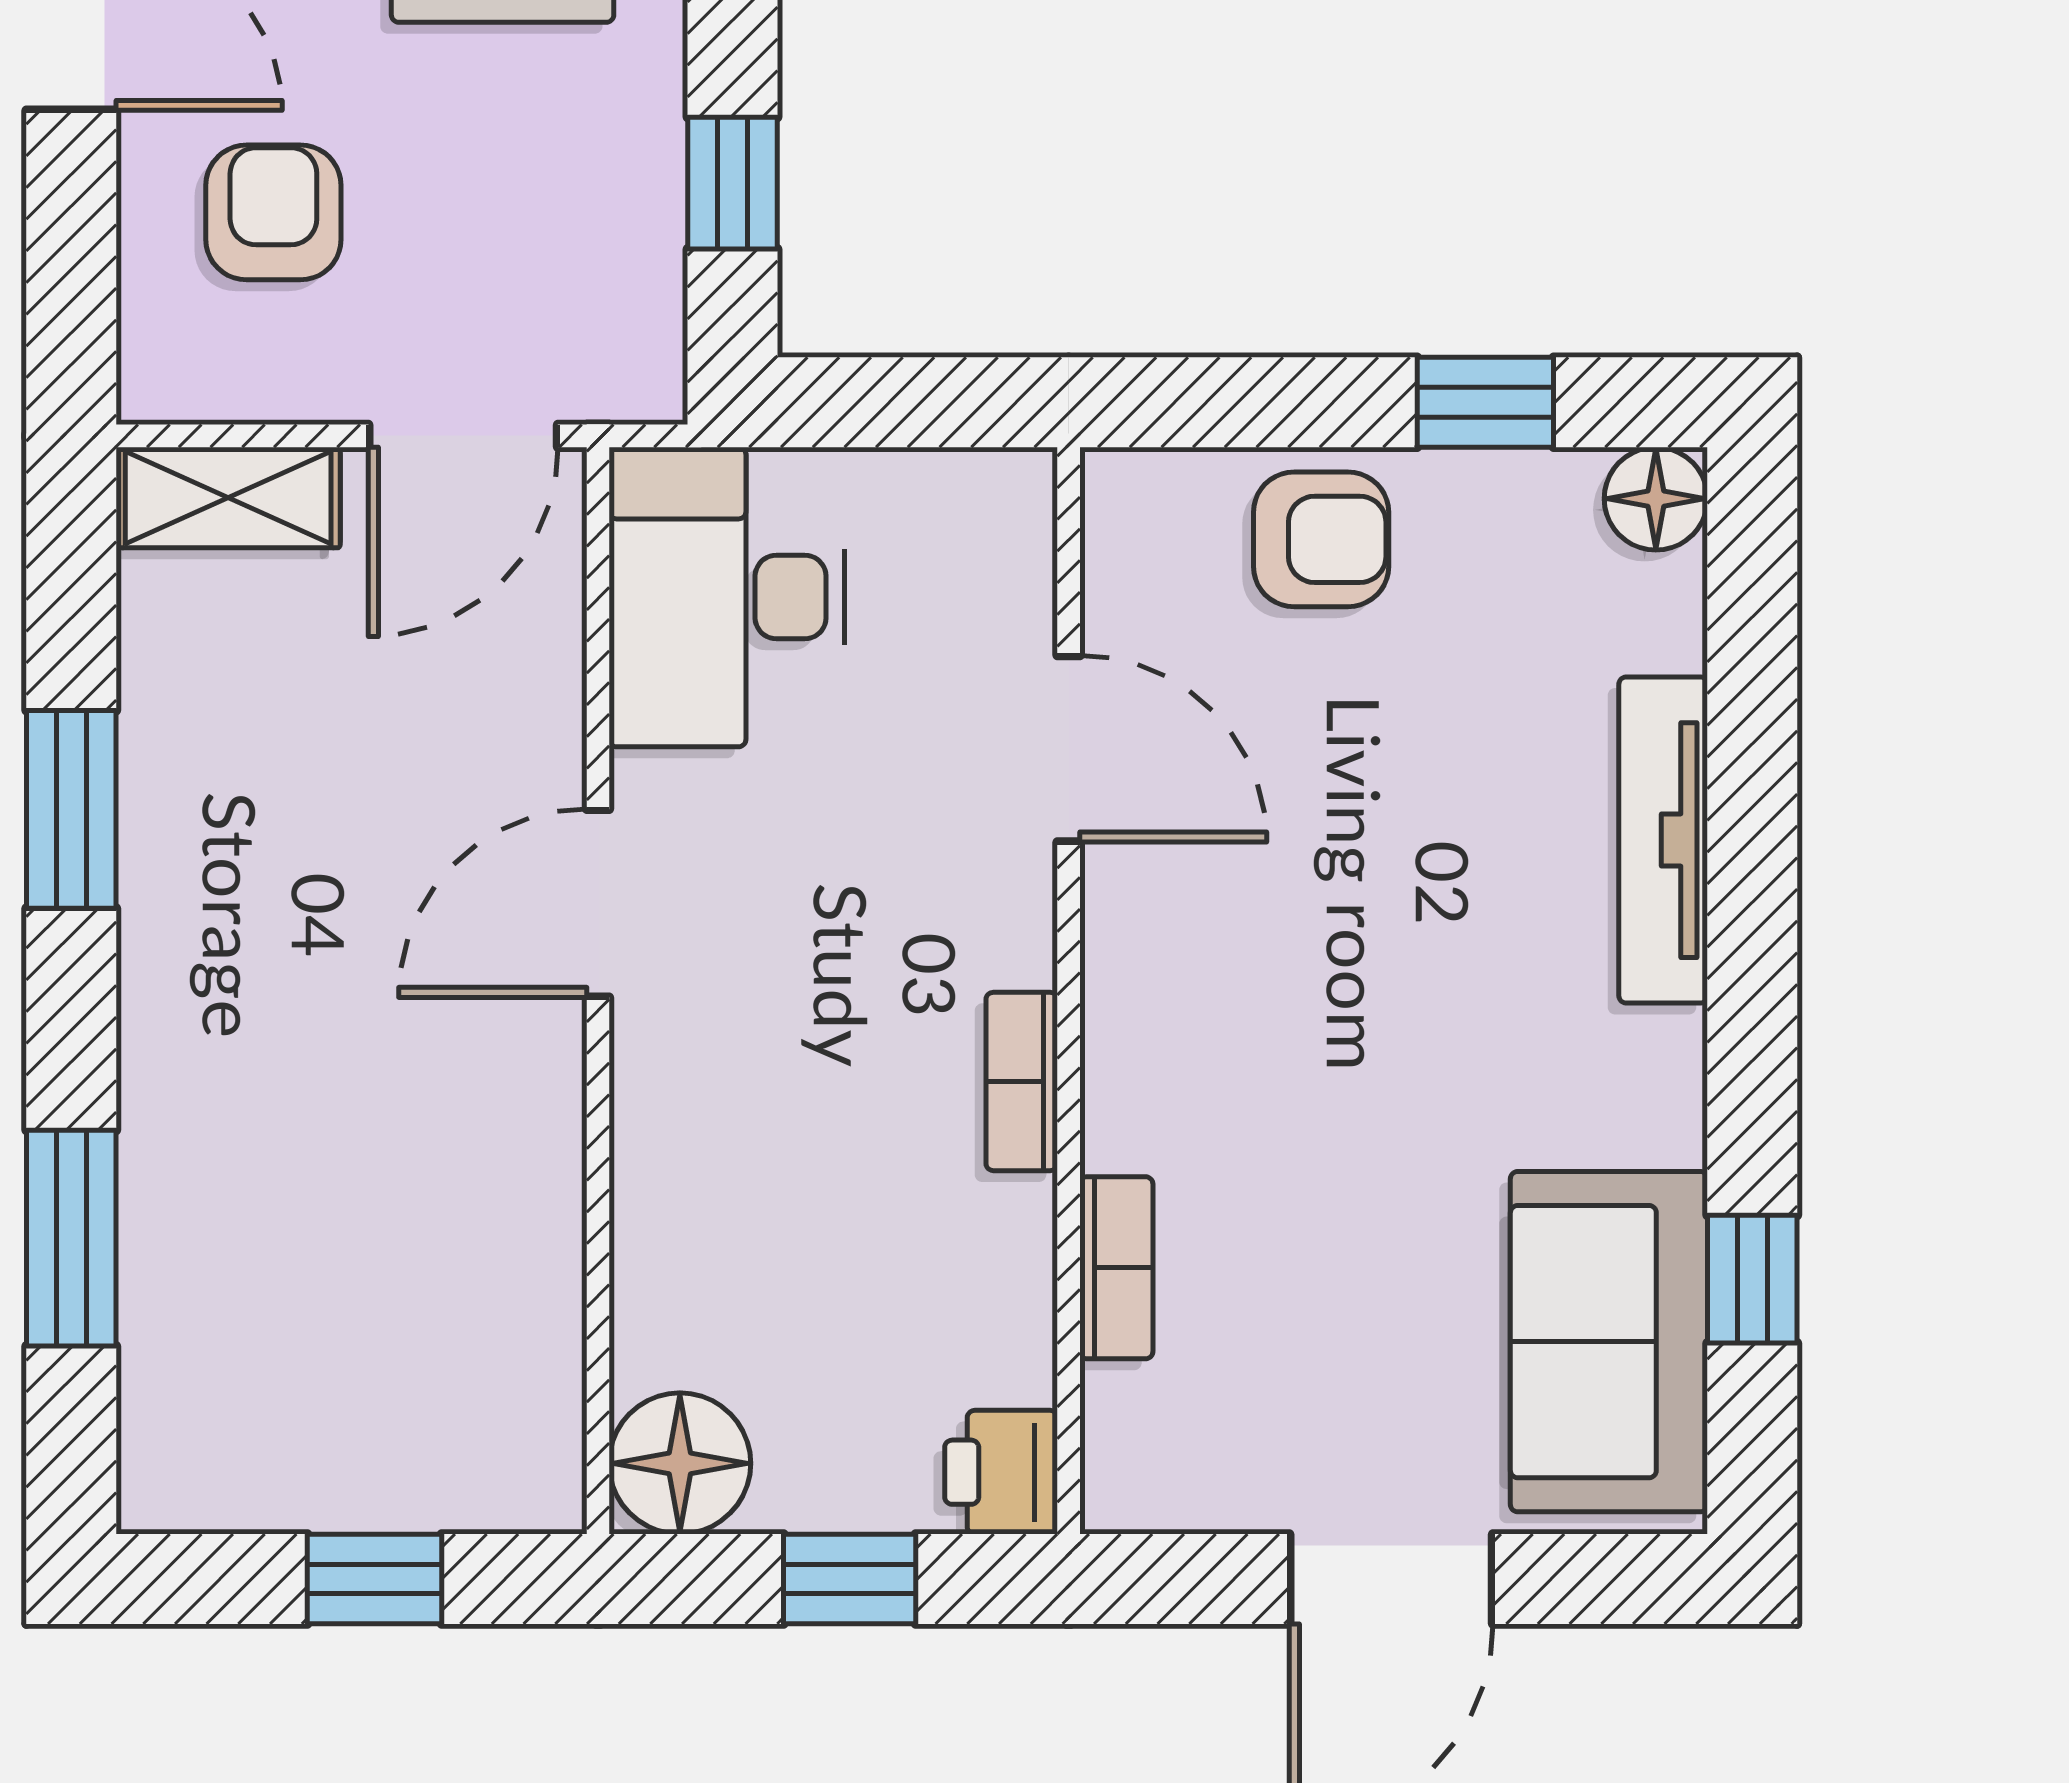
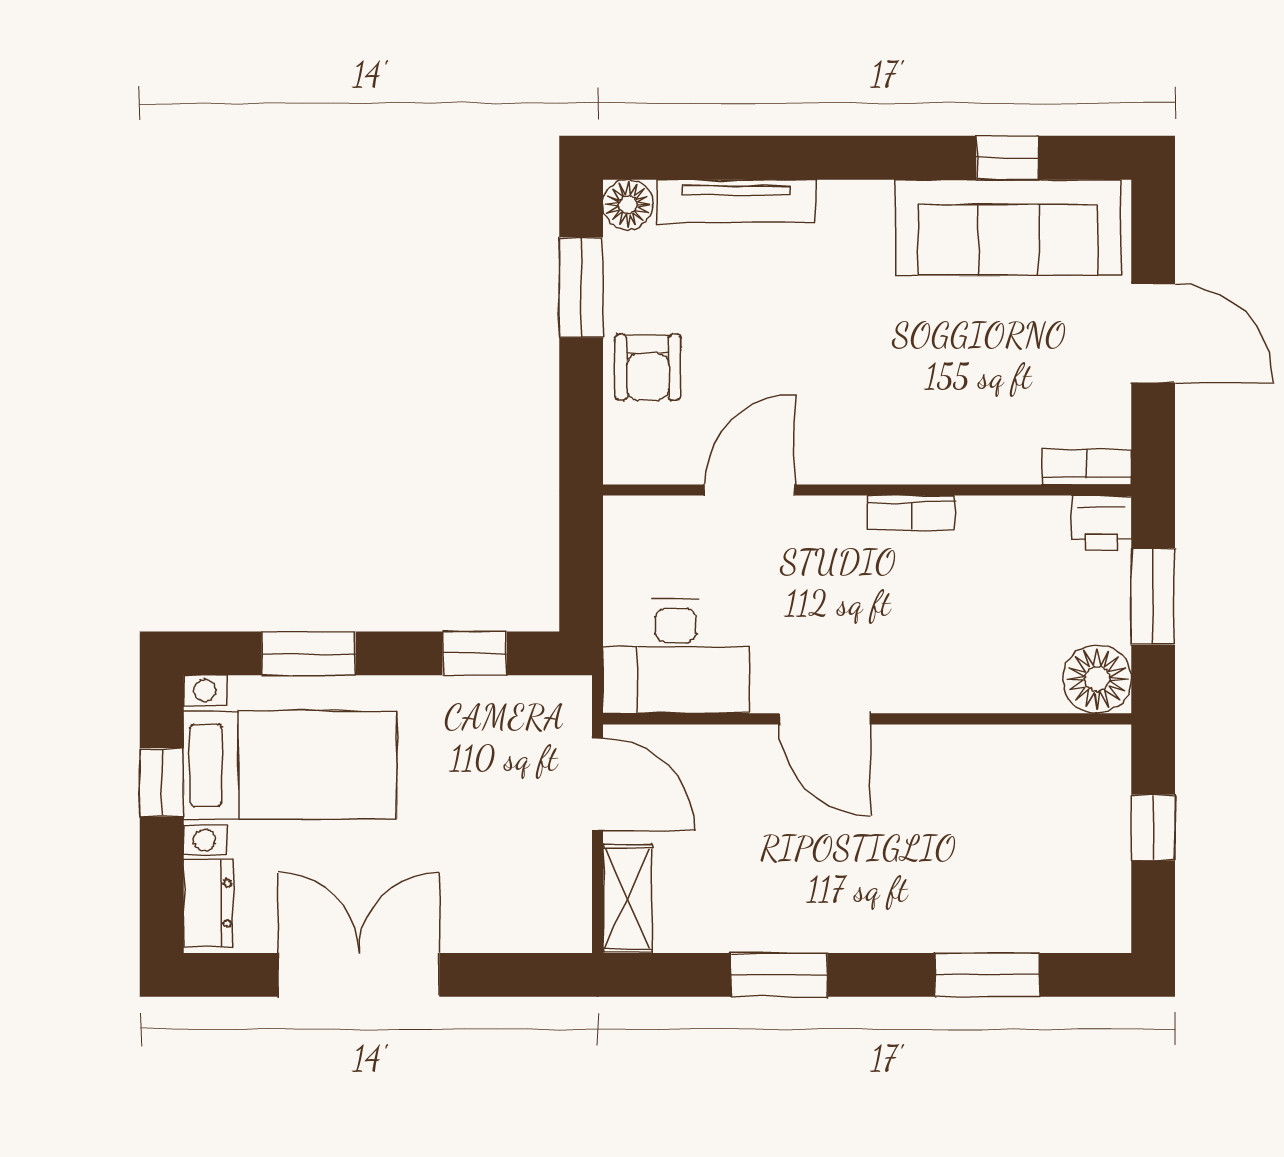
armchair: (273, 212) -> (489, 877), removed
window: (1485, 402) -> (581, 287), width x1.50
armchair: (1321, 539) -> (648, 367), turned 180
tv unit: (1663, 840) -> (737, 201), moved
bookcase: (1116, 1268) -> (1087, 467), moved
sofa: (1609, 1342) -> (1008, 227), width x1.36
window: (850, 1579) -> (1153, 597), width x1.50

